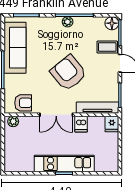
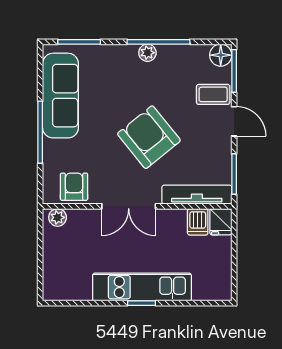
armchair: (23, 103) -> (74, 187), turned -90
dishwasher: (81, 124) -> (198, 222), moved

